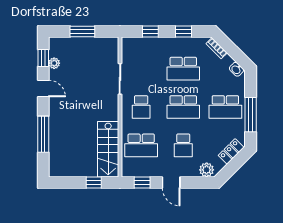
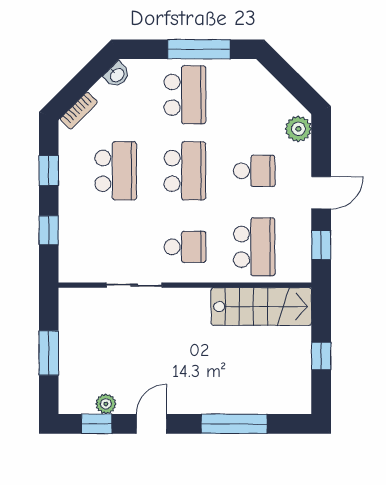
locker: (231, 151) -> (265, 84), removed
window: (94, 182) -> (321, 356), moved

